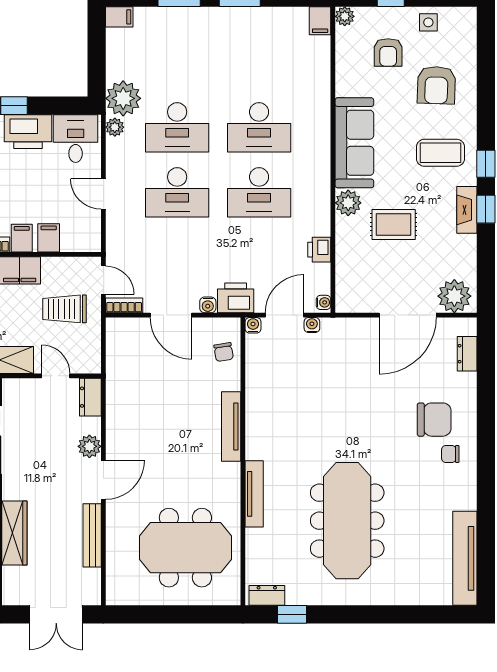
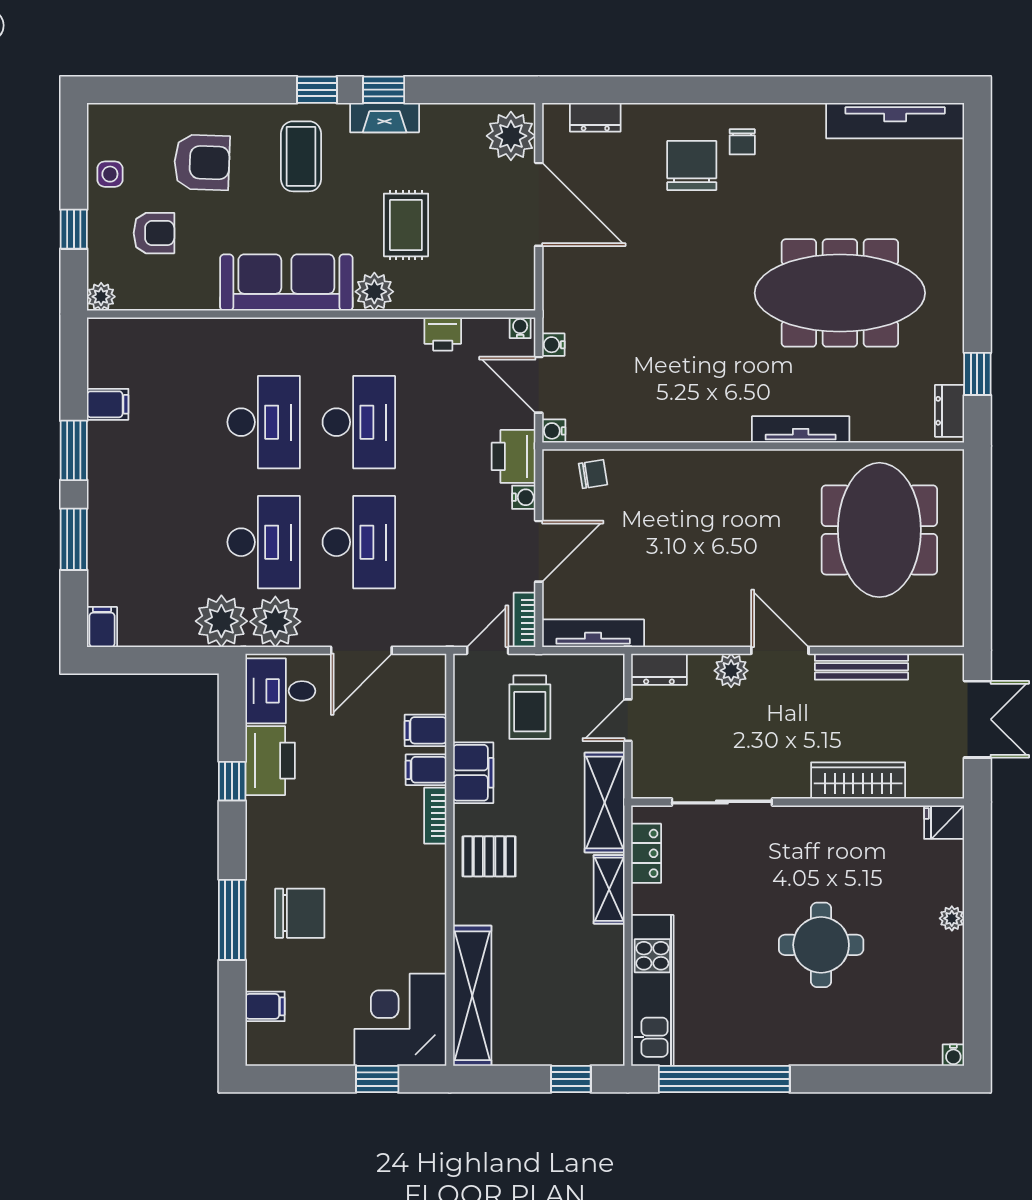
filing cabinet: (320, 21) -> (108, 404), moved
plant: (115, 127) -> (275, 622), width x1.87, depth x1.87
door: (103, 194) -> (361, 650), width x1.38
tv unit: (231, 427) -> (593, 633), moved, turned 180

